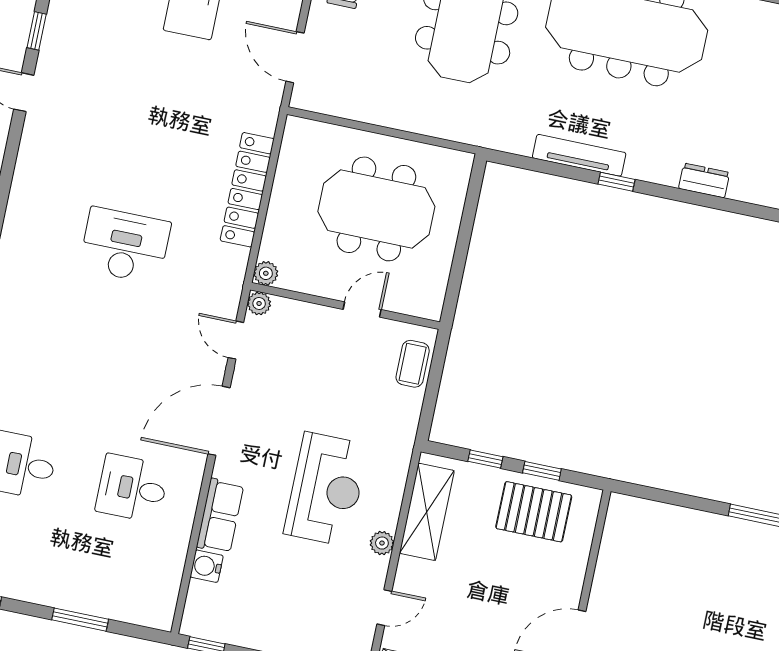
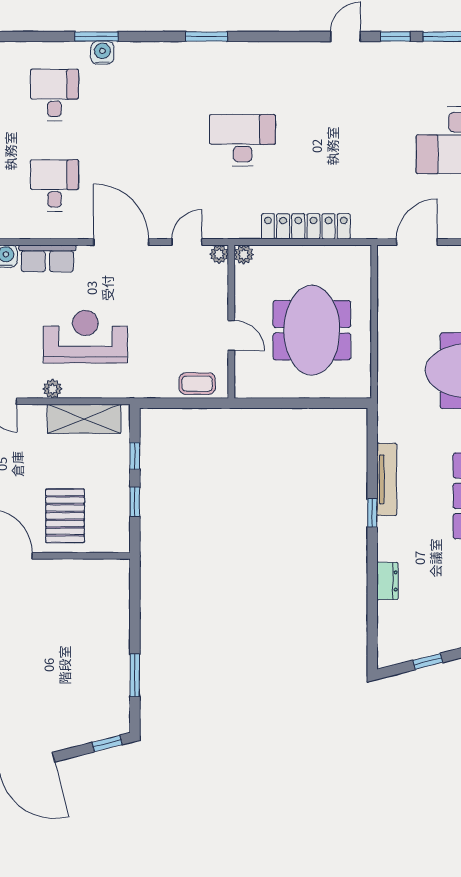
desk: (125, 245) -> (243, 140), turned -90
reception desk: (326, 489) -> (85, 337), turned 180
pallet: (534, 512) -> (65, 516), moved

